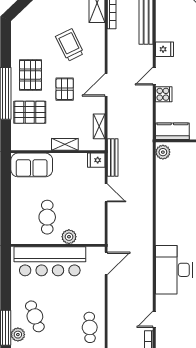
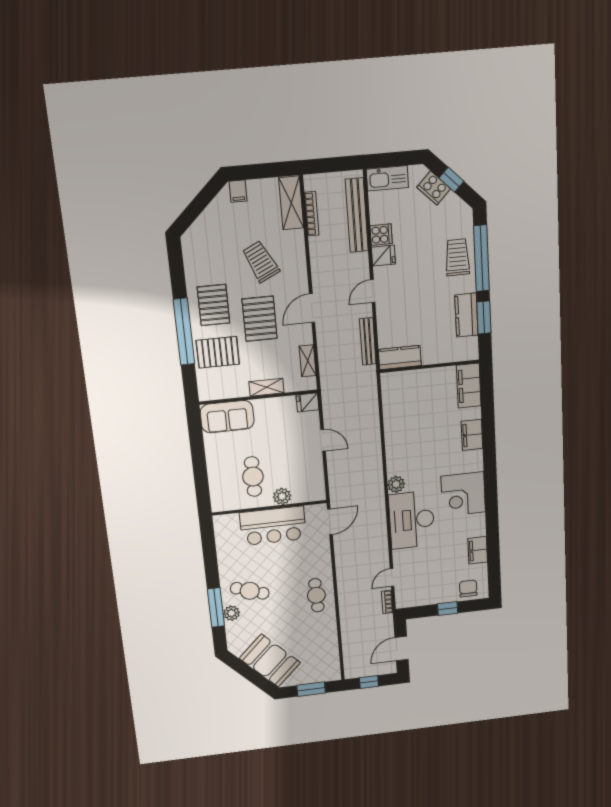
pallet: (65, 89) -> (260, 319), width x1.50, depth x1.42
cooker: (164, 94) -> (381, 235), moved
plant: (163, 152) -> (396, 484), moved
bench: (113, 157) -> (368, 341), moved
bar counter: (50, 261) -> (273, 526), width x0.73
cafe table: (35, 316) -> (250, 591), turned -51

